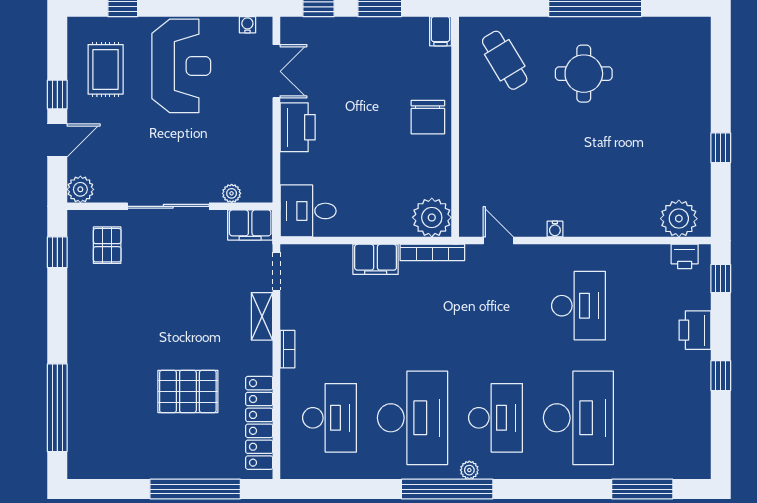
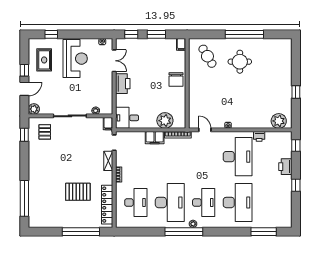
plant: (432, 217) -> (165, 121), moved
filing cabinet: (250, 225) -> (108, 124), width x0.50
printer: (685, 256) -> (259, 136), moved
desk: (578, 306) -> (238, 157), width x1.36, depth x1.30

